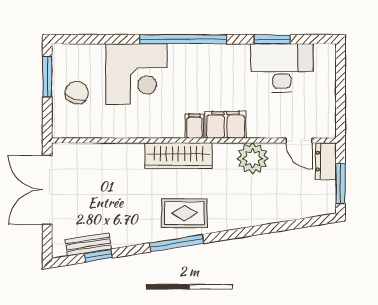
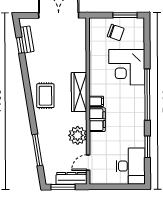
desk: (282, 68) -> (131, 166), moved
dresser: (326, 161) -> (71, 178), width x1.44
window: (176, 243) -> (37, 150), moved

